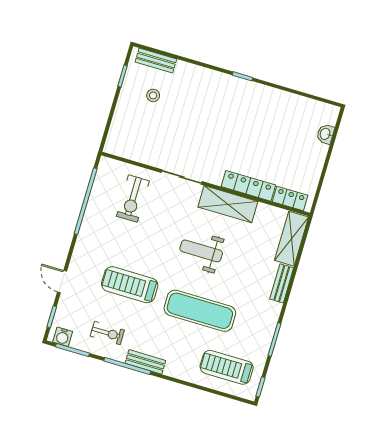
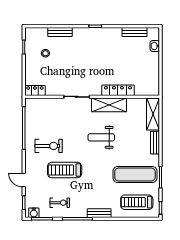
bench: (156, 61) -> (60, 32), moved
bench: (301, 103) -> (135, 32), added
locker: (290, 198) -> (35, 91), moved
exercise bike: (133, 199) -> (49, 146), moved, turned -90
exercise mat: (200, 311) -> (135, 174), moved
bench: (145, 362) -> (99, 213), moved

